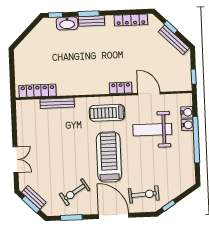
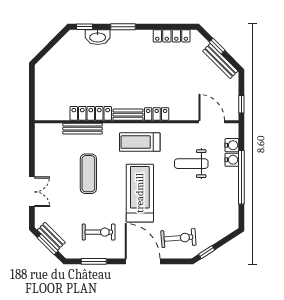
bench: (91, 21) -> (128, 115), moved
locker: (38, 91) -> (91, 113), moved
door: (149, 94) -> (212, 122), moved
weight bench: (152, 130) -> (191, 164), width x0.73, depth x0.75
exercise mat: (64, 142) -> (88, 174), added
exercise bike: (75, 192) -> (99, 232), turned -148

